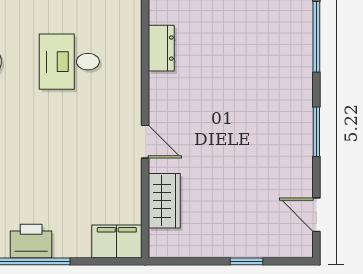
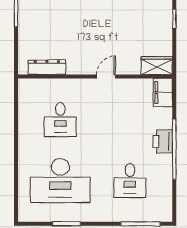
dresser: (161, 48) -> (47, 67), width x1.44
wardrobe: (164, 201) -> (157, 66), moved

